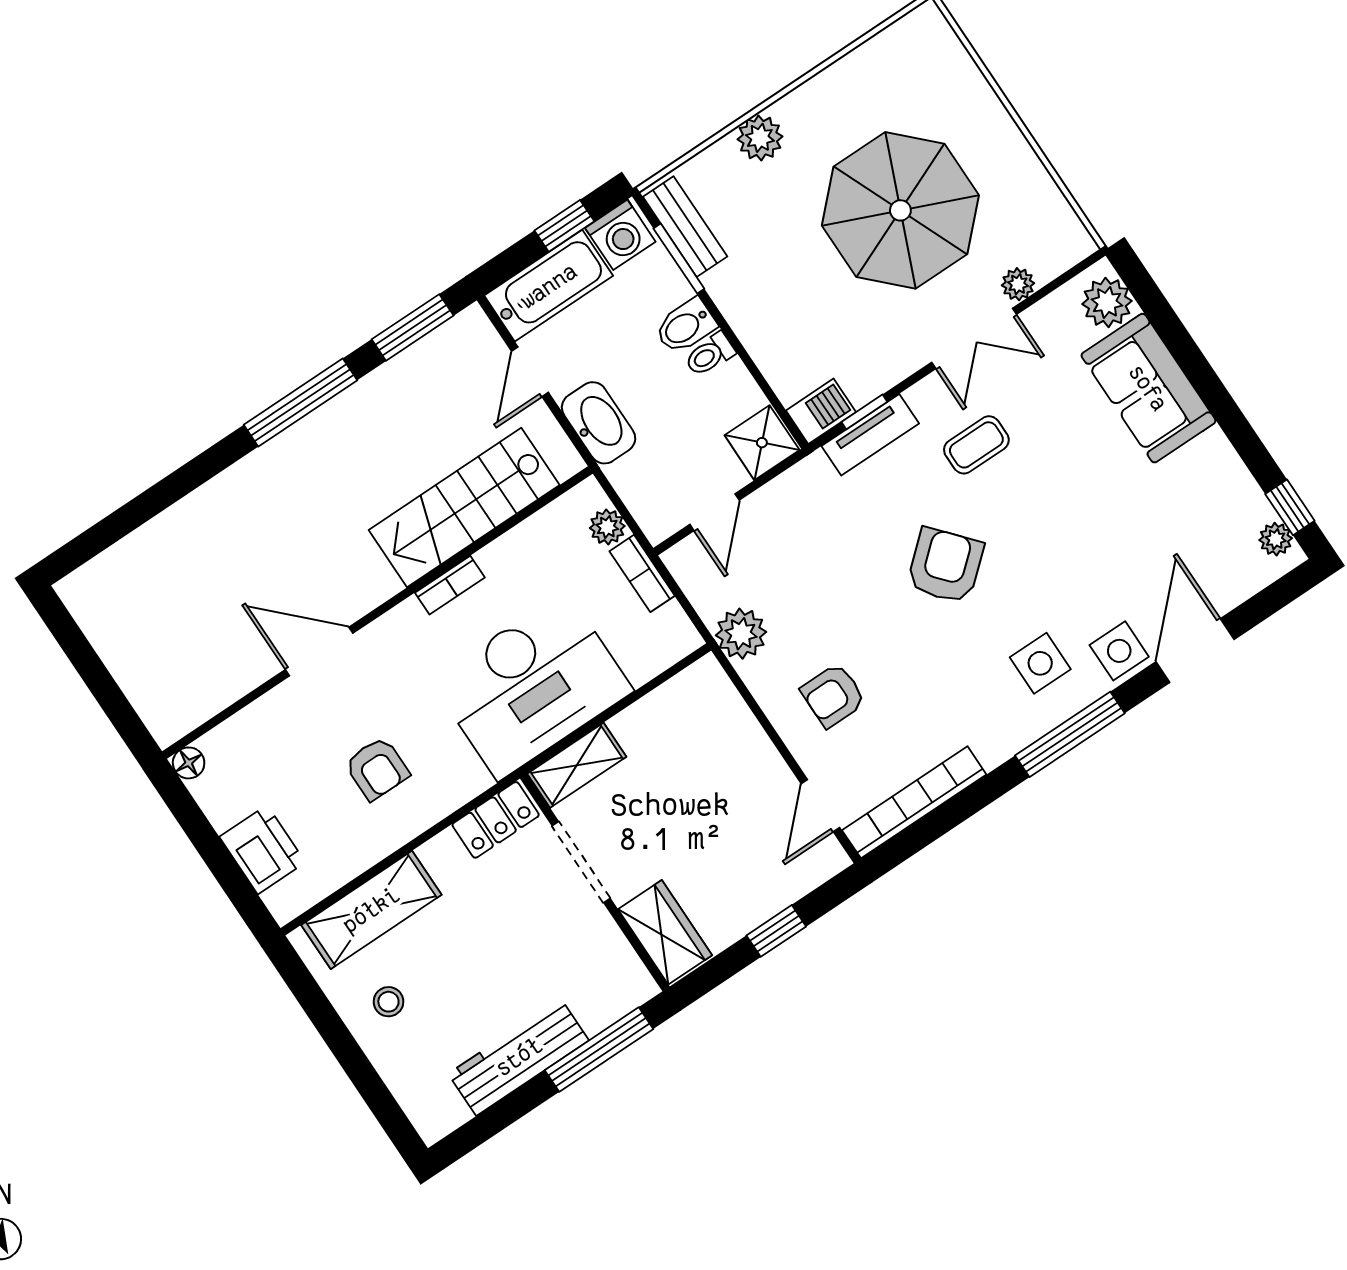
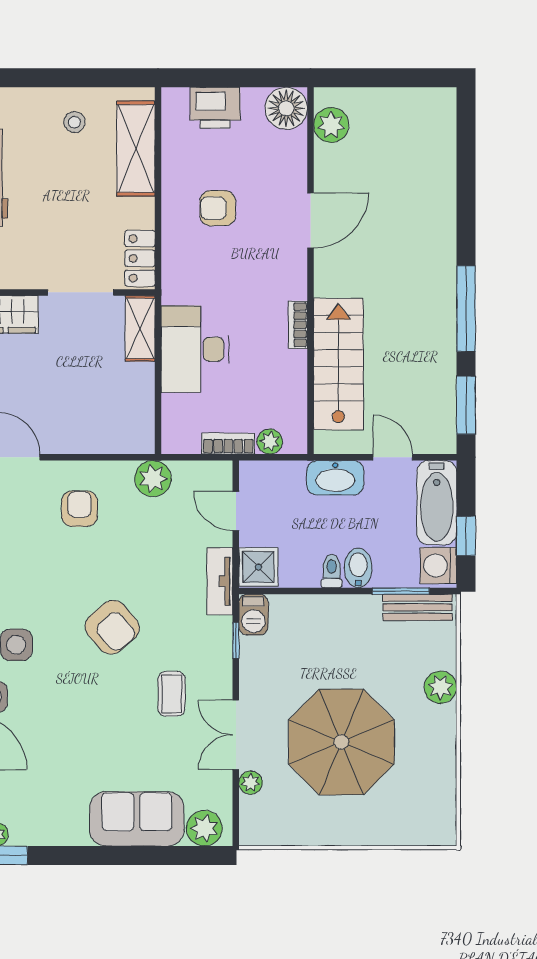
tv unit: (870, 435) -> (220, 581), moved
desk: (532, 686) -> (195, 349), width x0.73, depth x0.77
plant: (192, 702) -> (331, 125), added
floor lamp: (189, 763) -> (286, 108), width x1.89, depth x1.89

